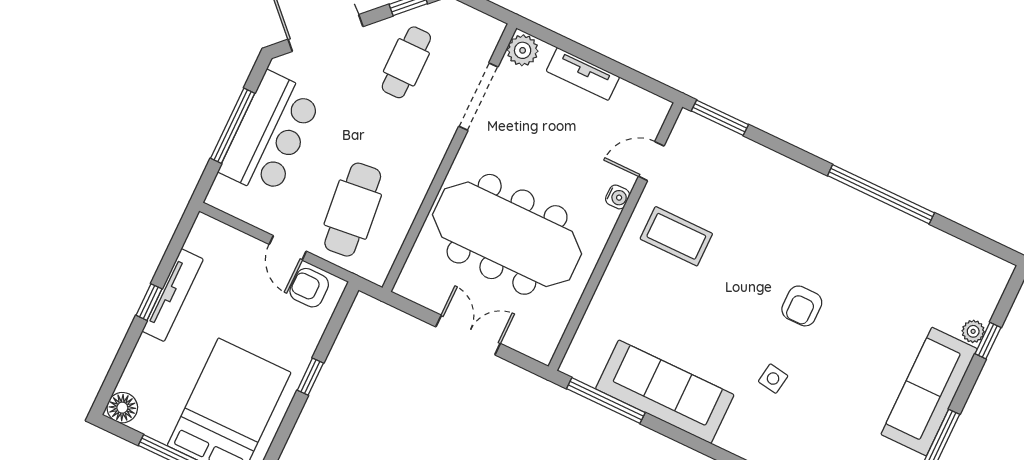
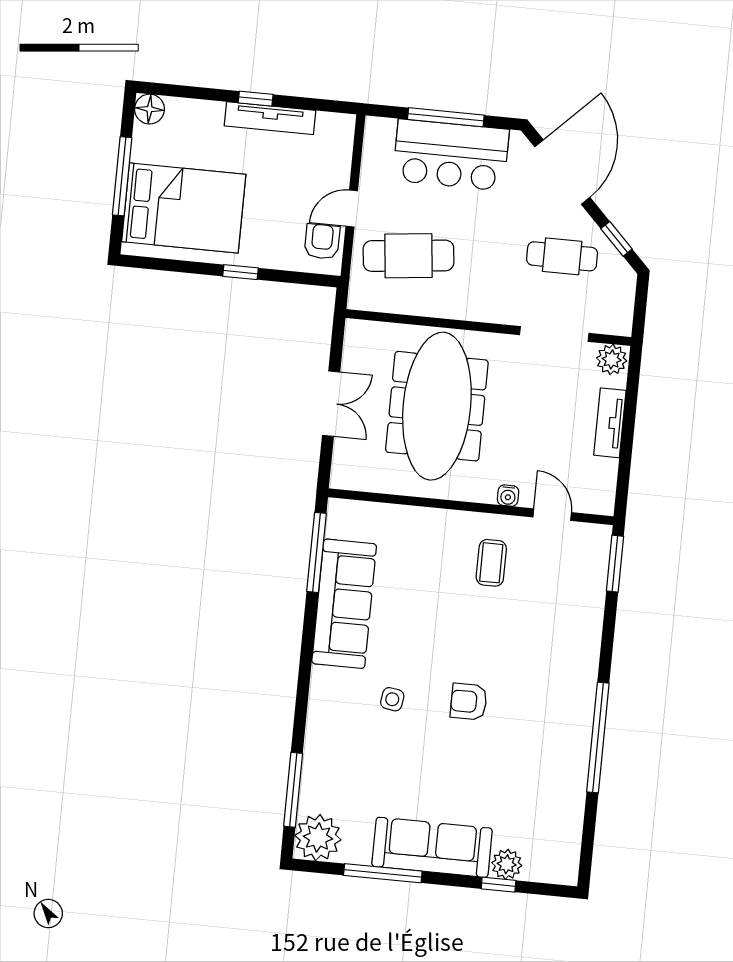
coffee table: (676, 236) -> (491, 563), width x0.73, depth x0.77
plant: (973, 331) -> (507, 864), width x1.38, depth x1.38

